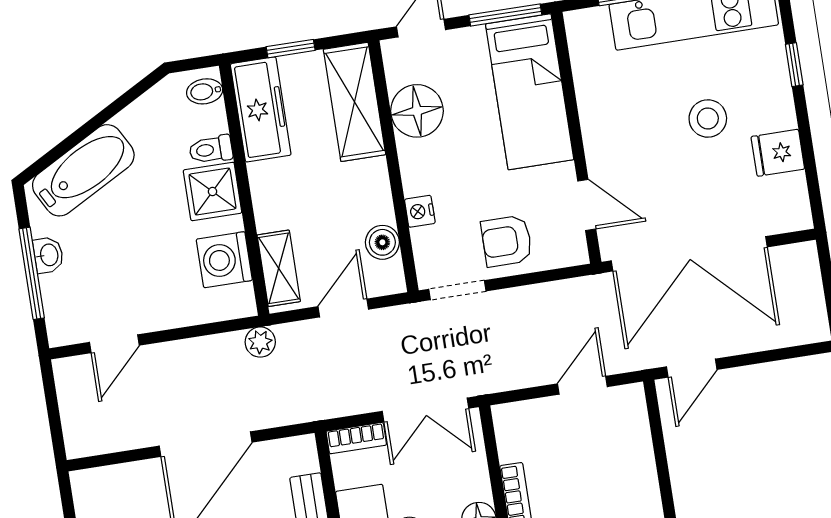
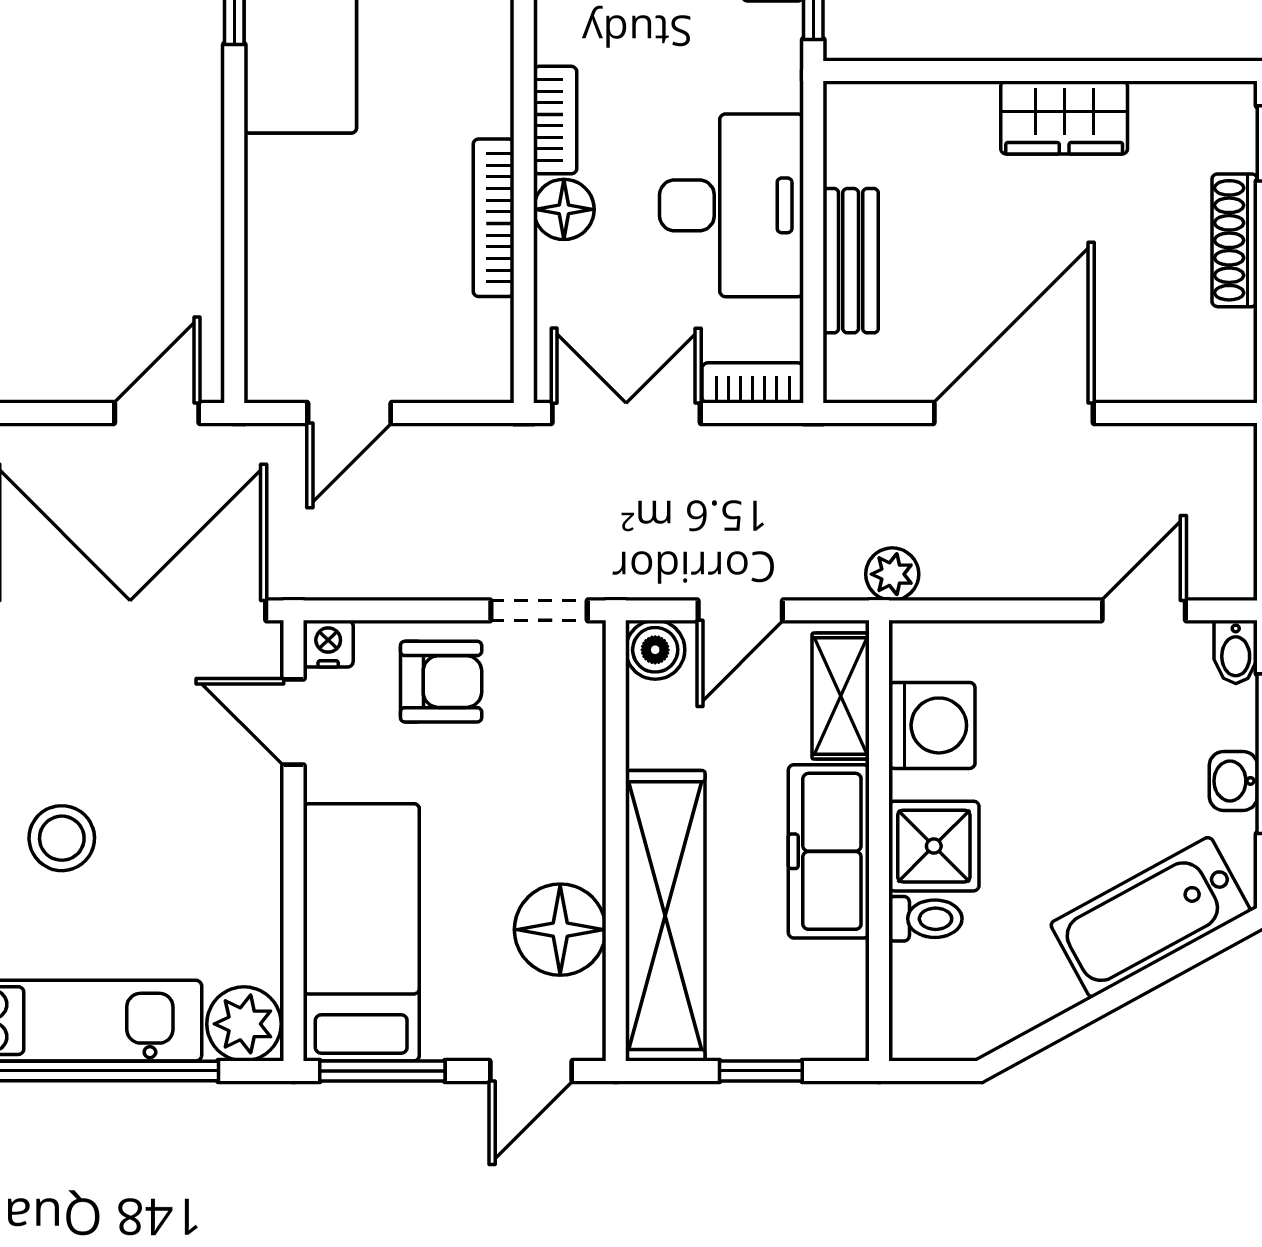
plant: (588, 29) -> (244, 1024), added
bidet: (205, 91) -> (1236, 652), moved, turned 90
shelving: (355, 102) -> (665, 916), width x1.47
freezer: (261, 109) -> (829, 851), moved
nightstand: (420, 211) -> (328, 644), moved, turned -90
boiler: (382, 242) -> (655, 650), moved

